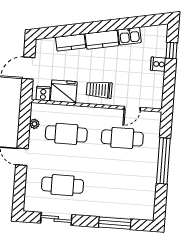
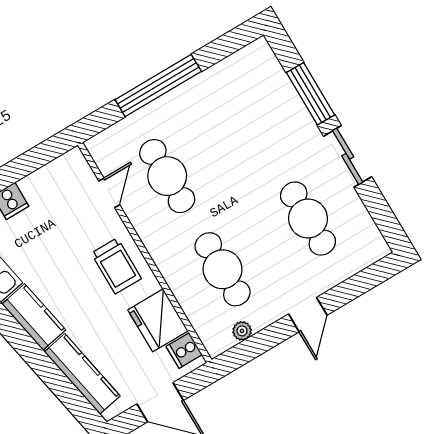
kitchen counter: (71, 42) -> (82, 374), width x1.50
door: (132, 108) -> (109, 193), hinge flipped
sliding door: (56, 219) -> (348, 156), moved

